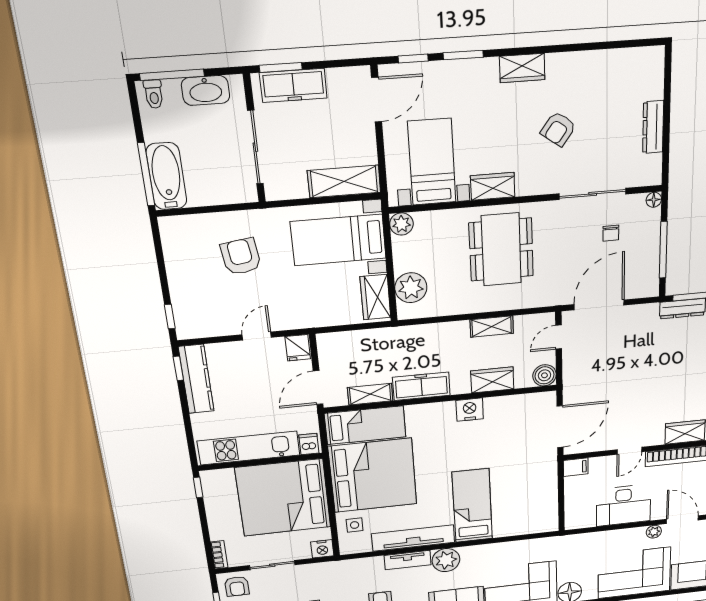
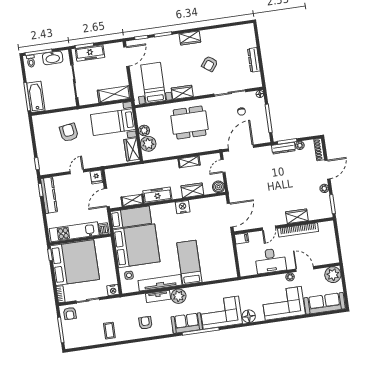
plant: (401, 224) -> (144, 130), moved
dining table: (501, 250) -> (190, 123), turned 90
bed: (283, 498) -> (75, 263), moved, turned 180

